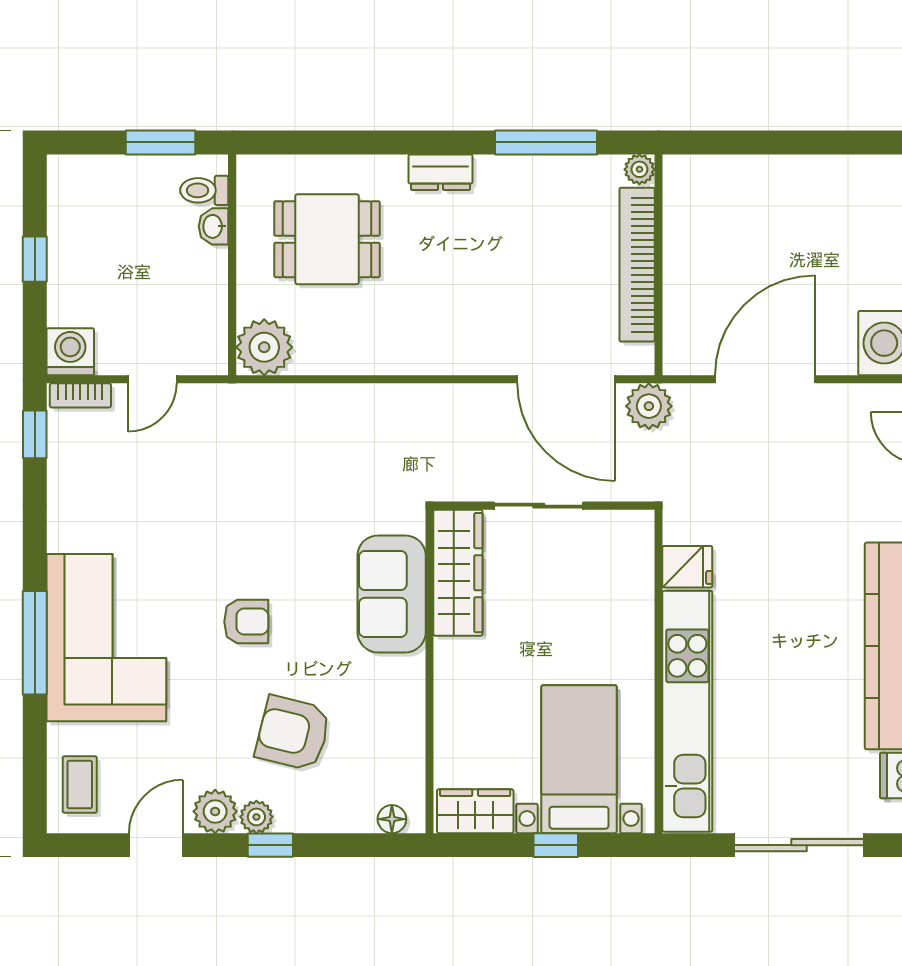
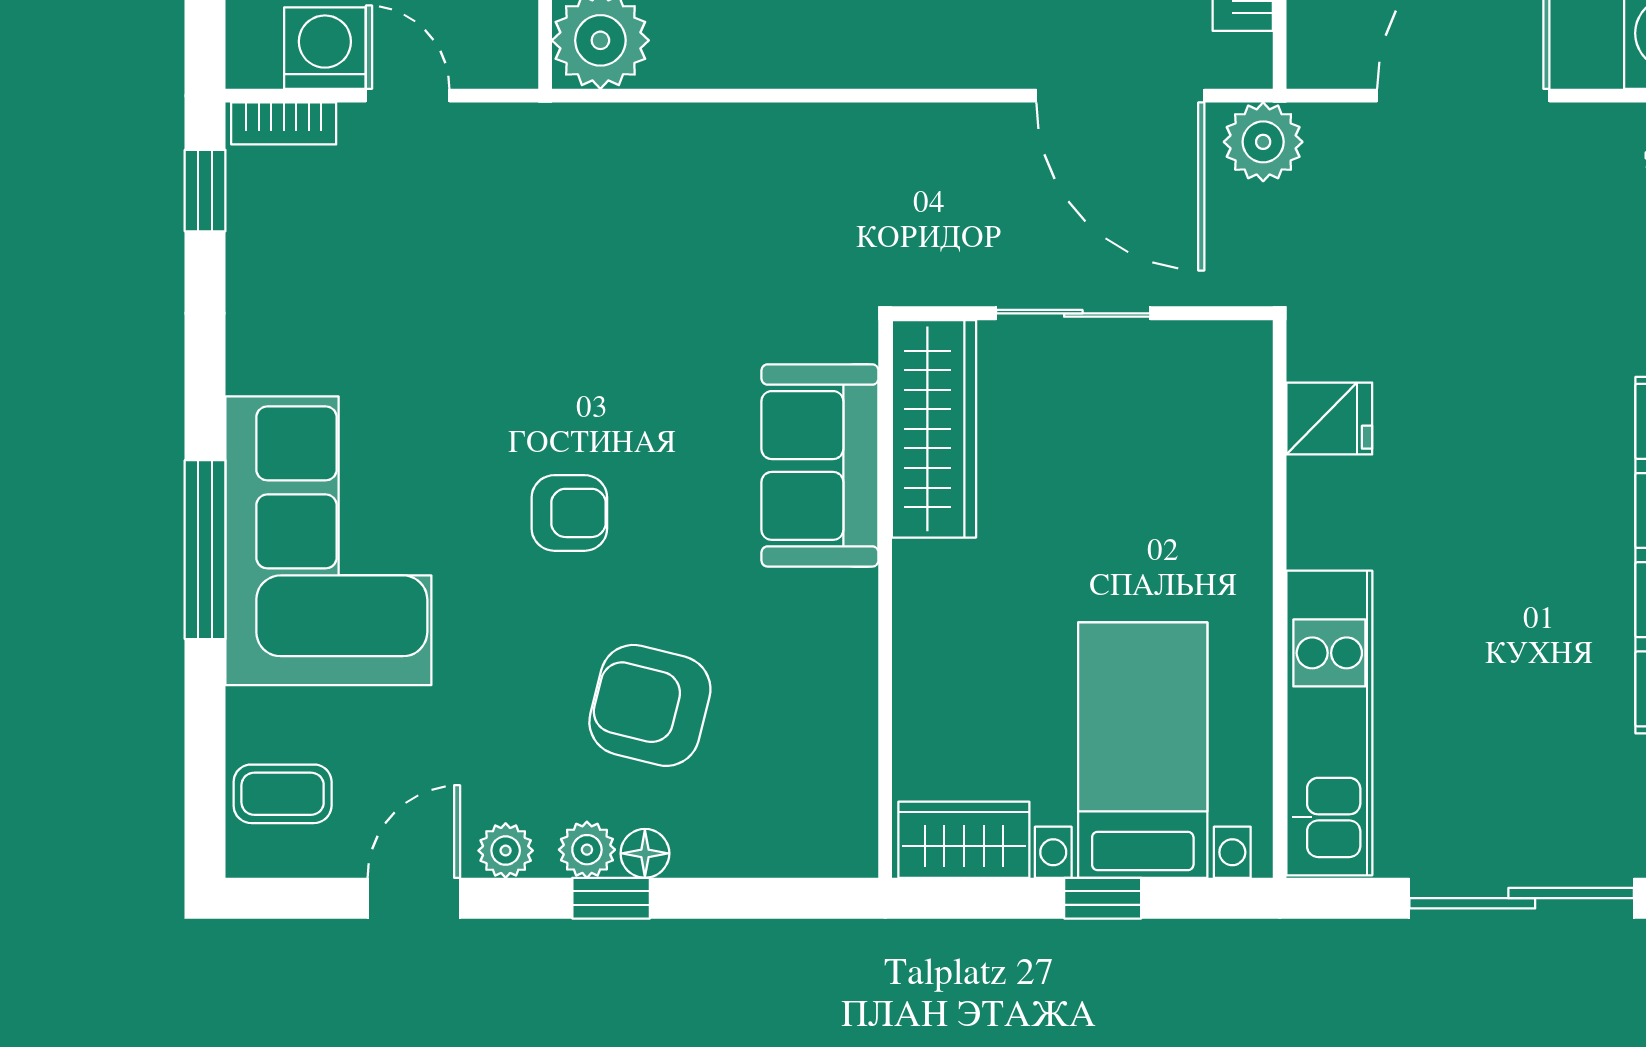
washing machine: (70, 352) -> (325, 48), moved
door: (152, 379) -> (408, 96), swing flipped
kitchen unit: (687, 711) -> (1329, 723), width x0.73
coffee table: (80, 784) -> (283, 794), turned 90
plant: (215, 811) -> (506, 851), width x0.73, depth x0.73
floor lamp: (392, 819) -> (645, 853), moved

